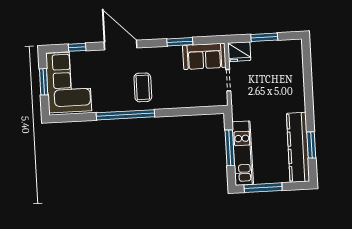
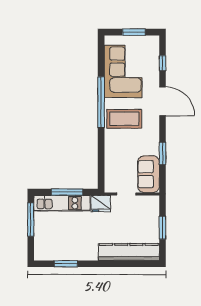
door: (121, 45) -> (162, 101), hinge flipped
fridge: (239, 52) -> (101, 204), moved, turned -90
corner sofa: (69, 82) -> (123, 71), moved, turned -90
coffee table: (143, 87) -> (124, 119), width x1.36, depth x1.32
kitchen counter: (298, 147) -> (129, 252), moved

